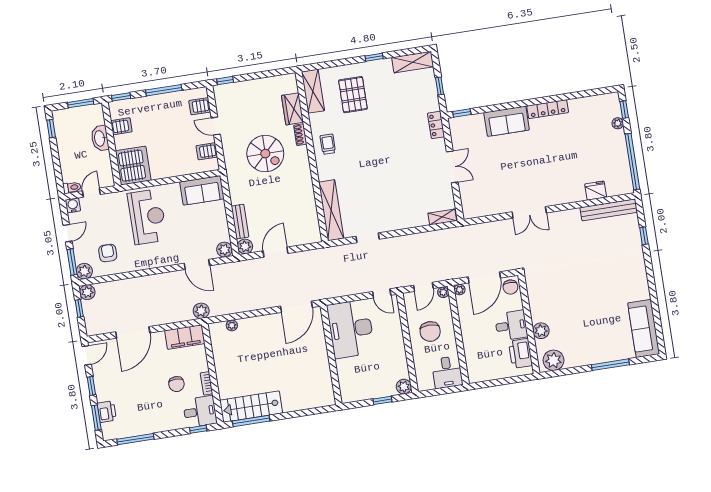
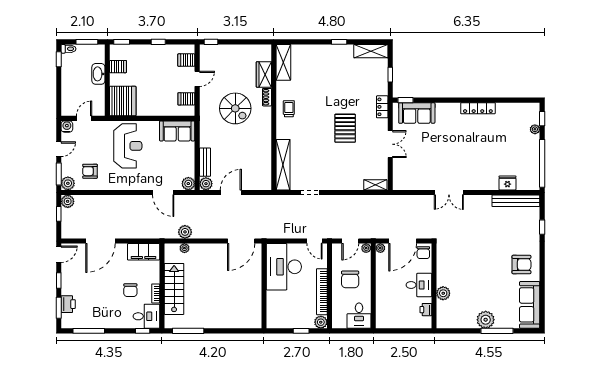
window: (164, 90) -> (158, 42), width x0.46
pallet: (353, 95) -> (345, 128), moved
sofa: (507, 121) -> (417, 113), moved
door: (216, 126) -> (197, 79), swing flipped
toilet: (72, 187) -> (68, 49), moved
armchair: (108, 253) -> (90, 171), turned -90
armchair: (627, 283) -> (521, 264), added
plant: (201, 311) -> (185, 232), moved
bookcase: (400, 351) -> (322, 292), added
printer: (520, 353) -> (426, 310), width x0.53, depth x0.68
plant: (553, 360) -> (486, 320), moved
stairs: (251, 407) -> (174, 289), moved, turned 90

